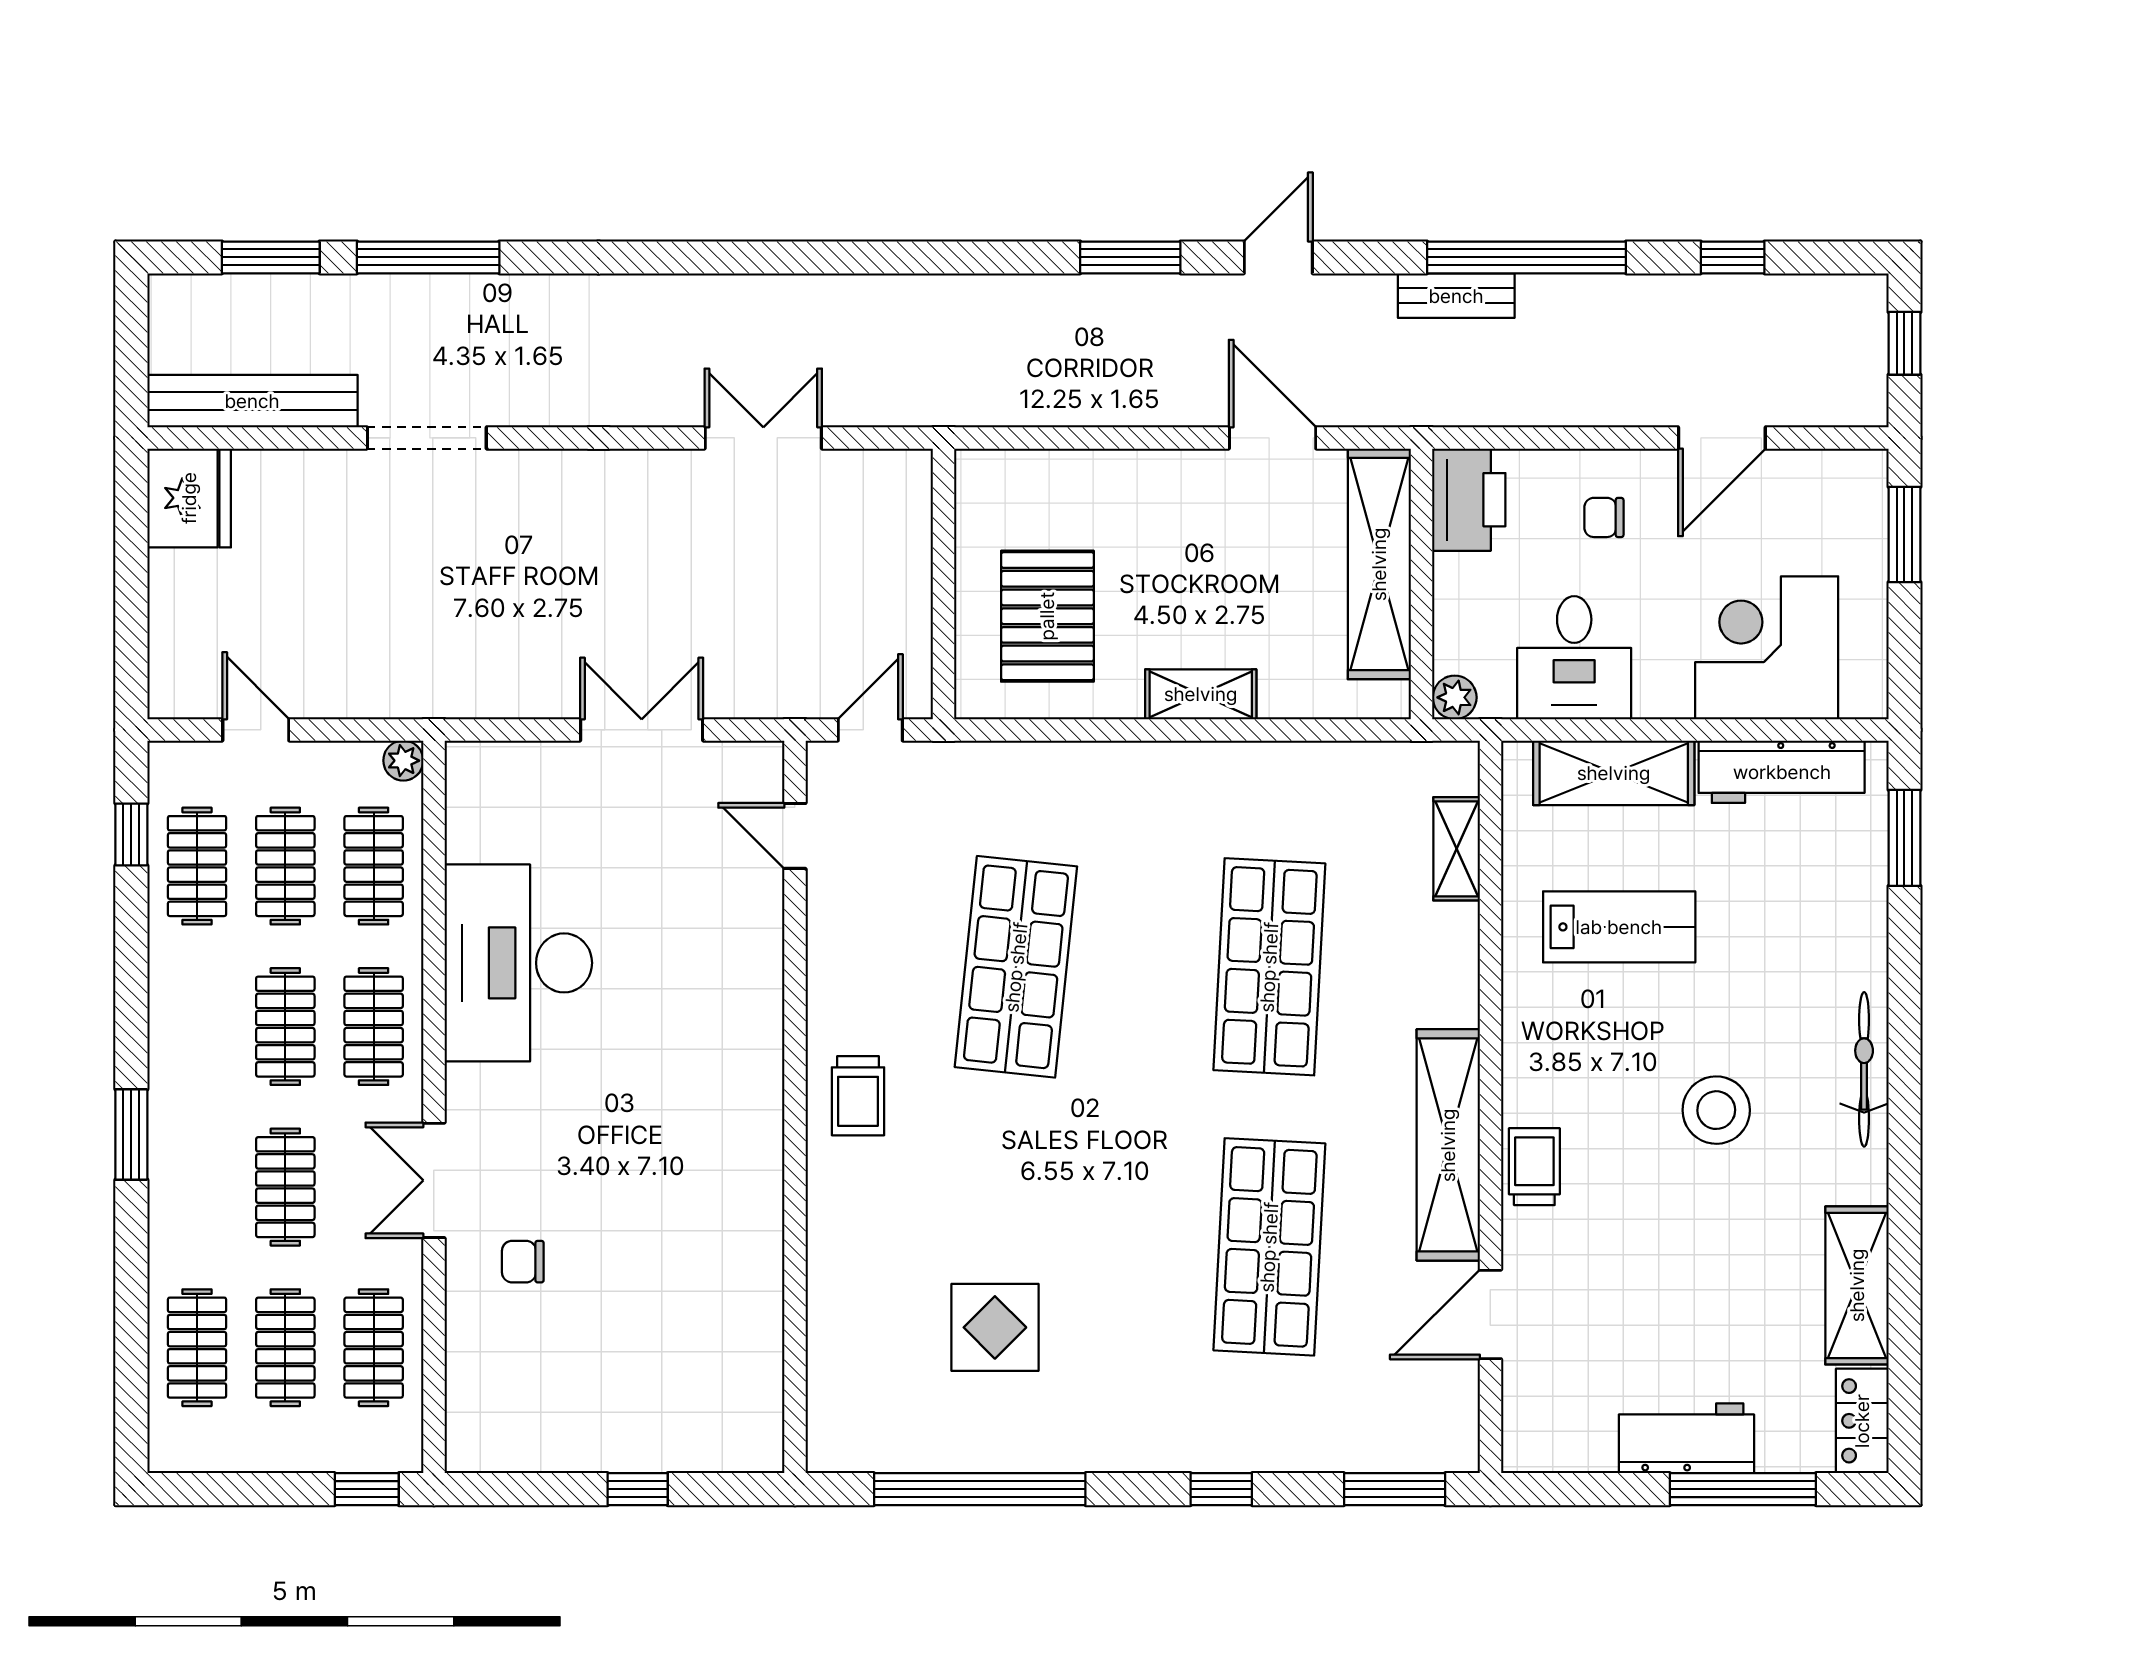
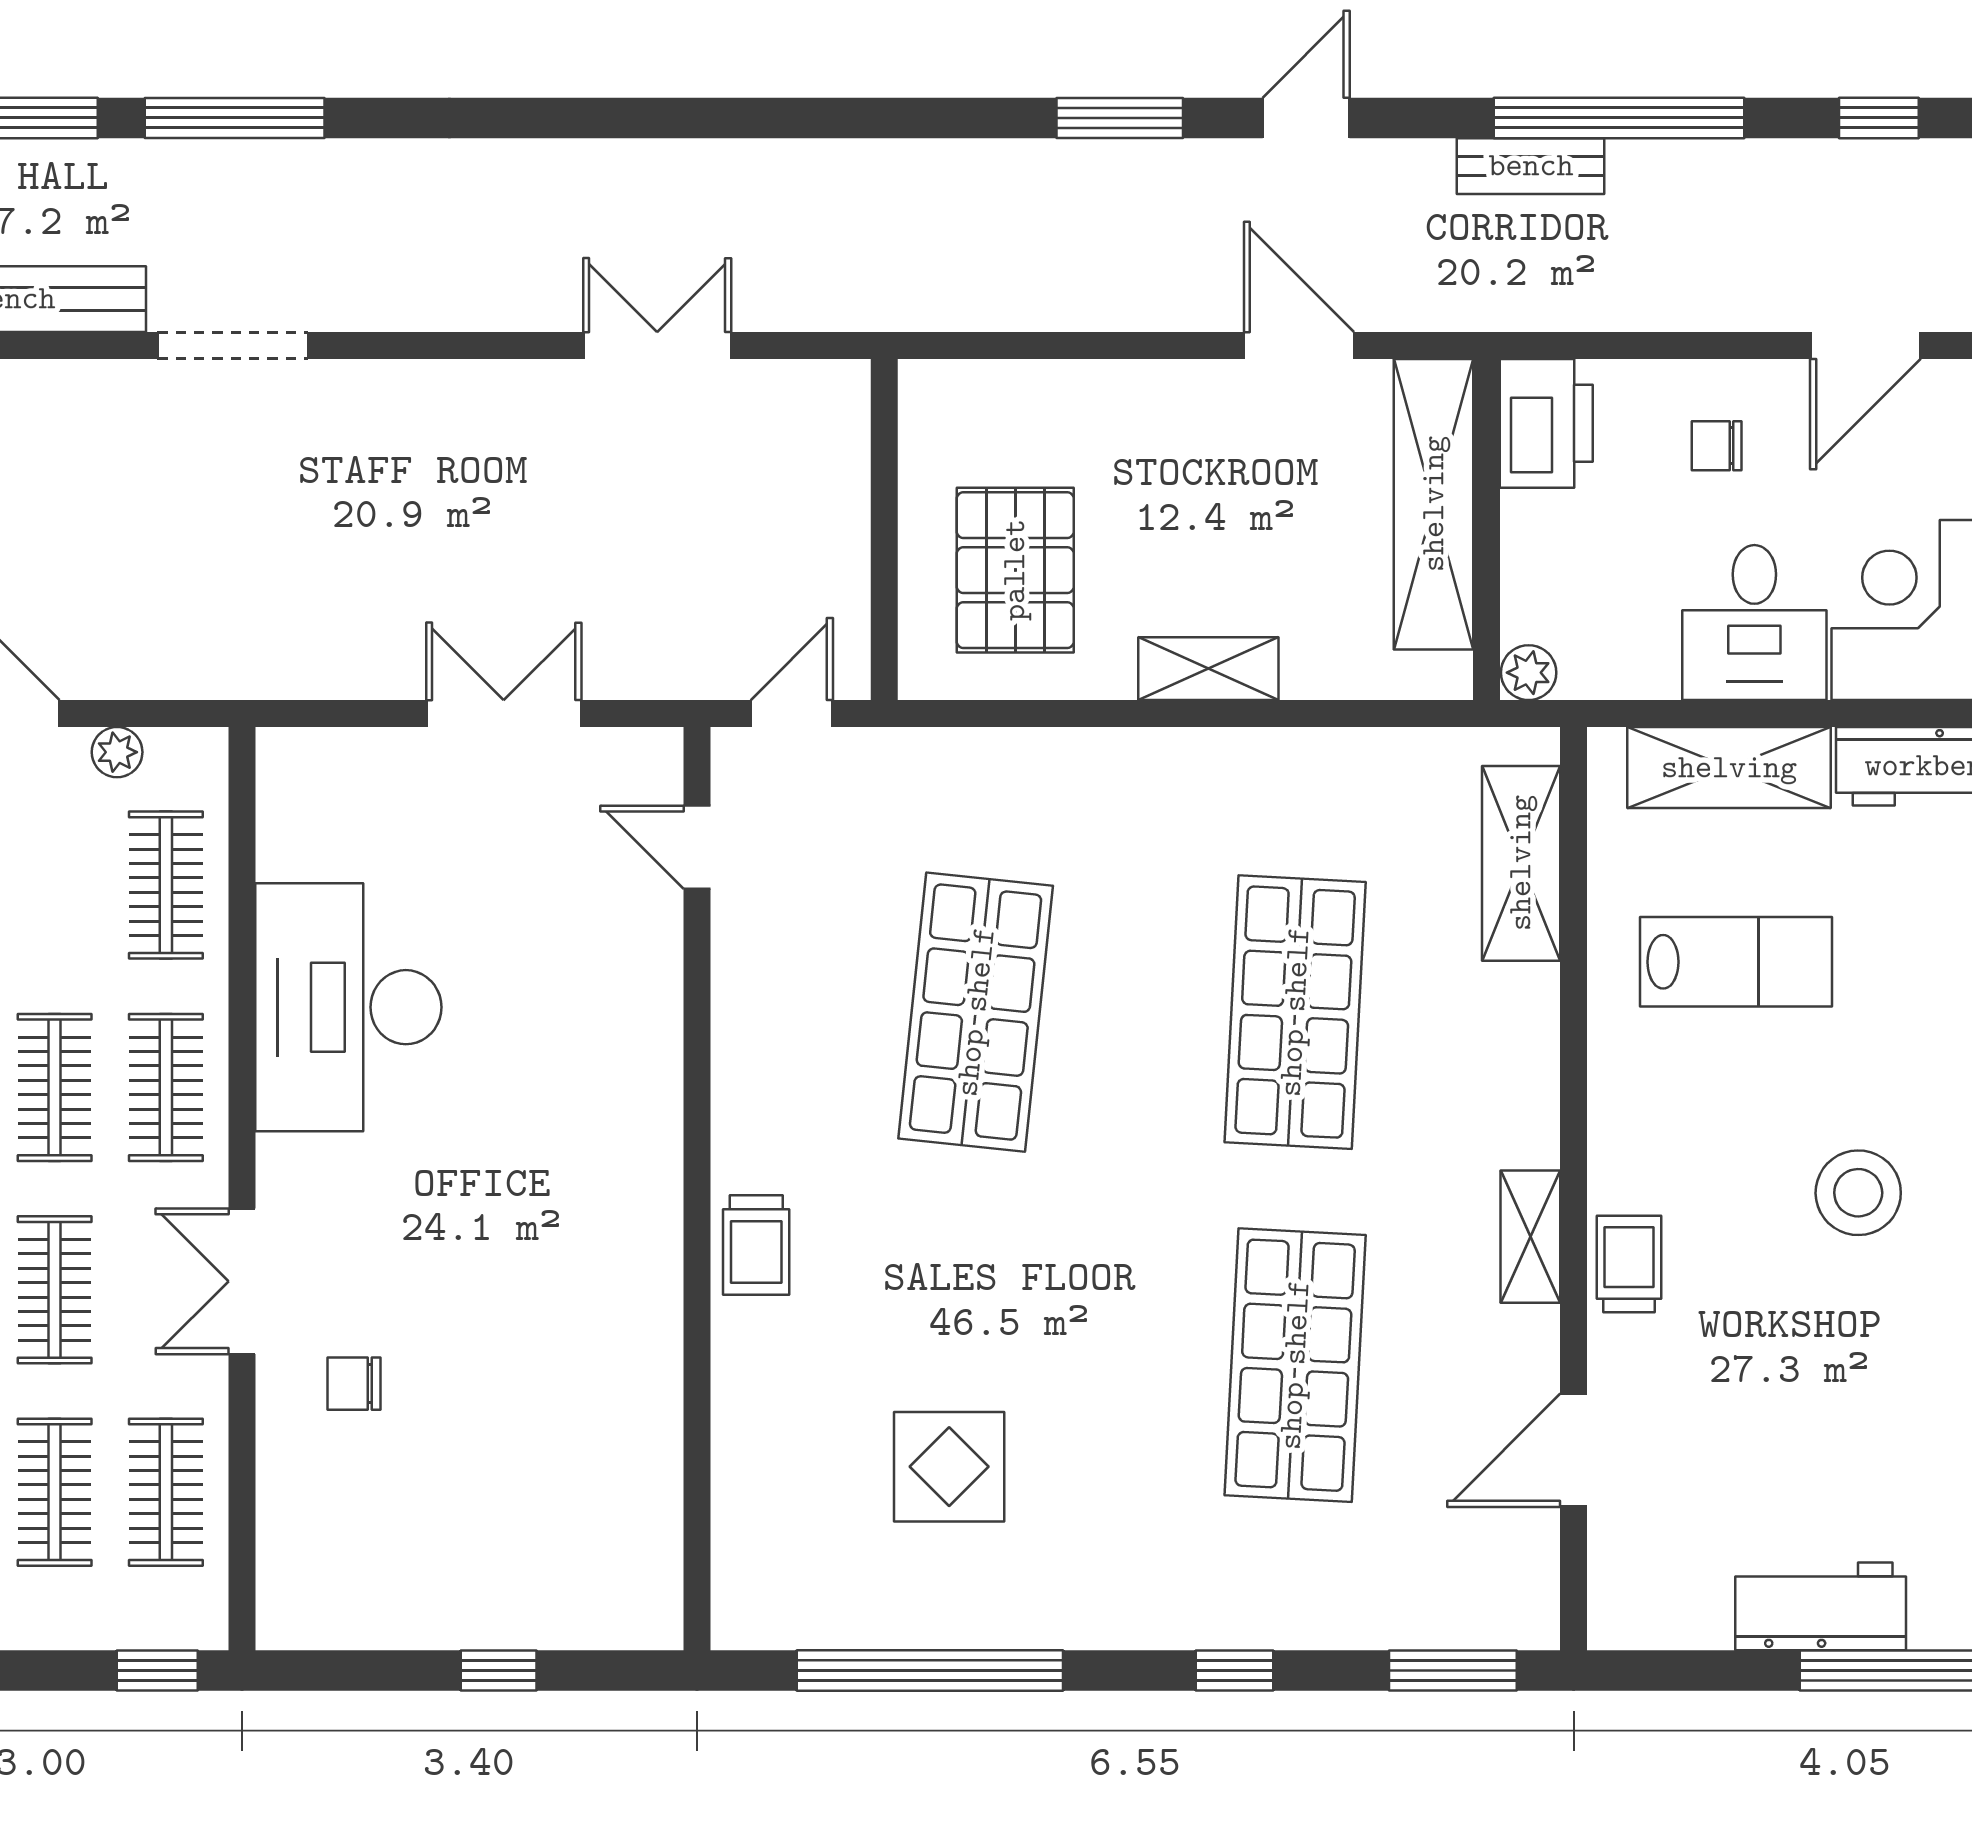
desk: (1574, 658) -> (1754, 623), moved
plant: (403, 761) -> (117, 752), moved
shelving: (1457, 849) -> (1521, 863), width x1.50, depth x1.33
clothes rail: (285, 866) -> (55, 885), removed
trolley: (858, 1096) -> (756, 1245), moved
shelving: (1448, 1145) -> (1530, 1237), width x0.45, depth x0.75

